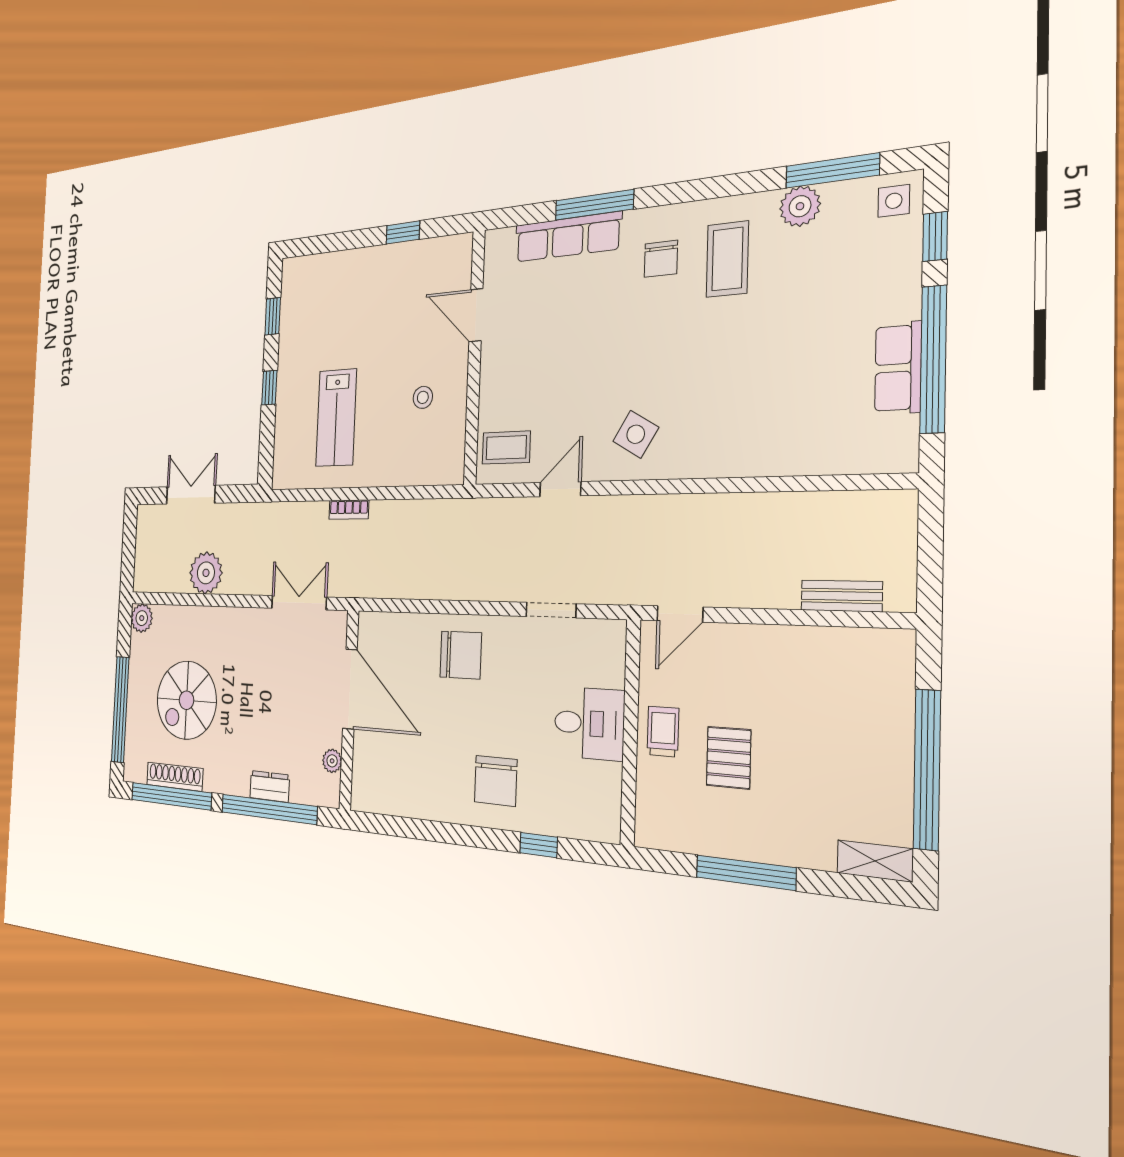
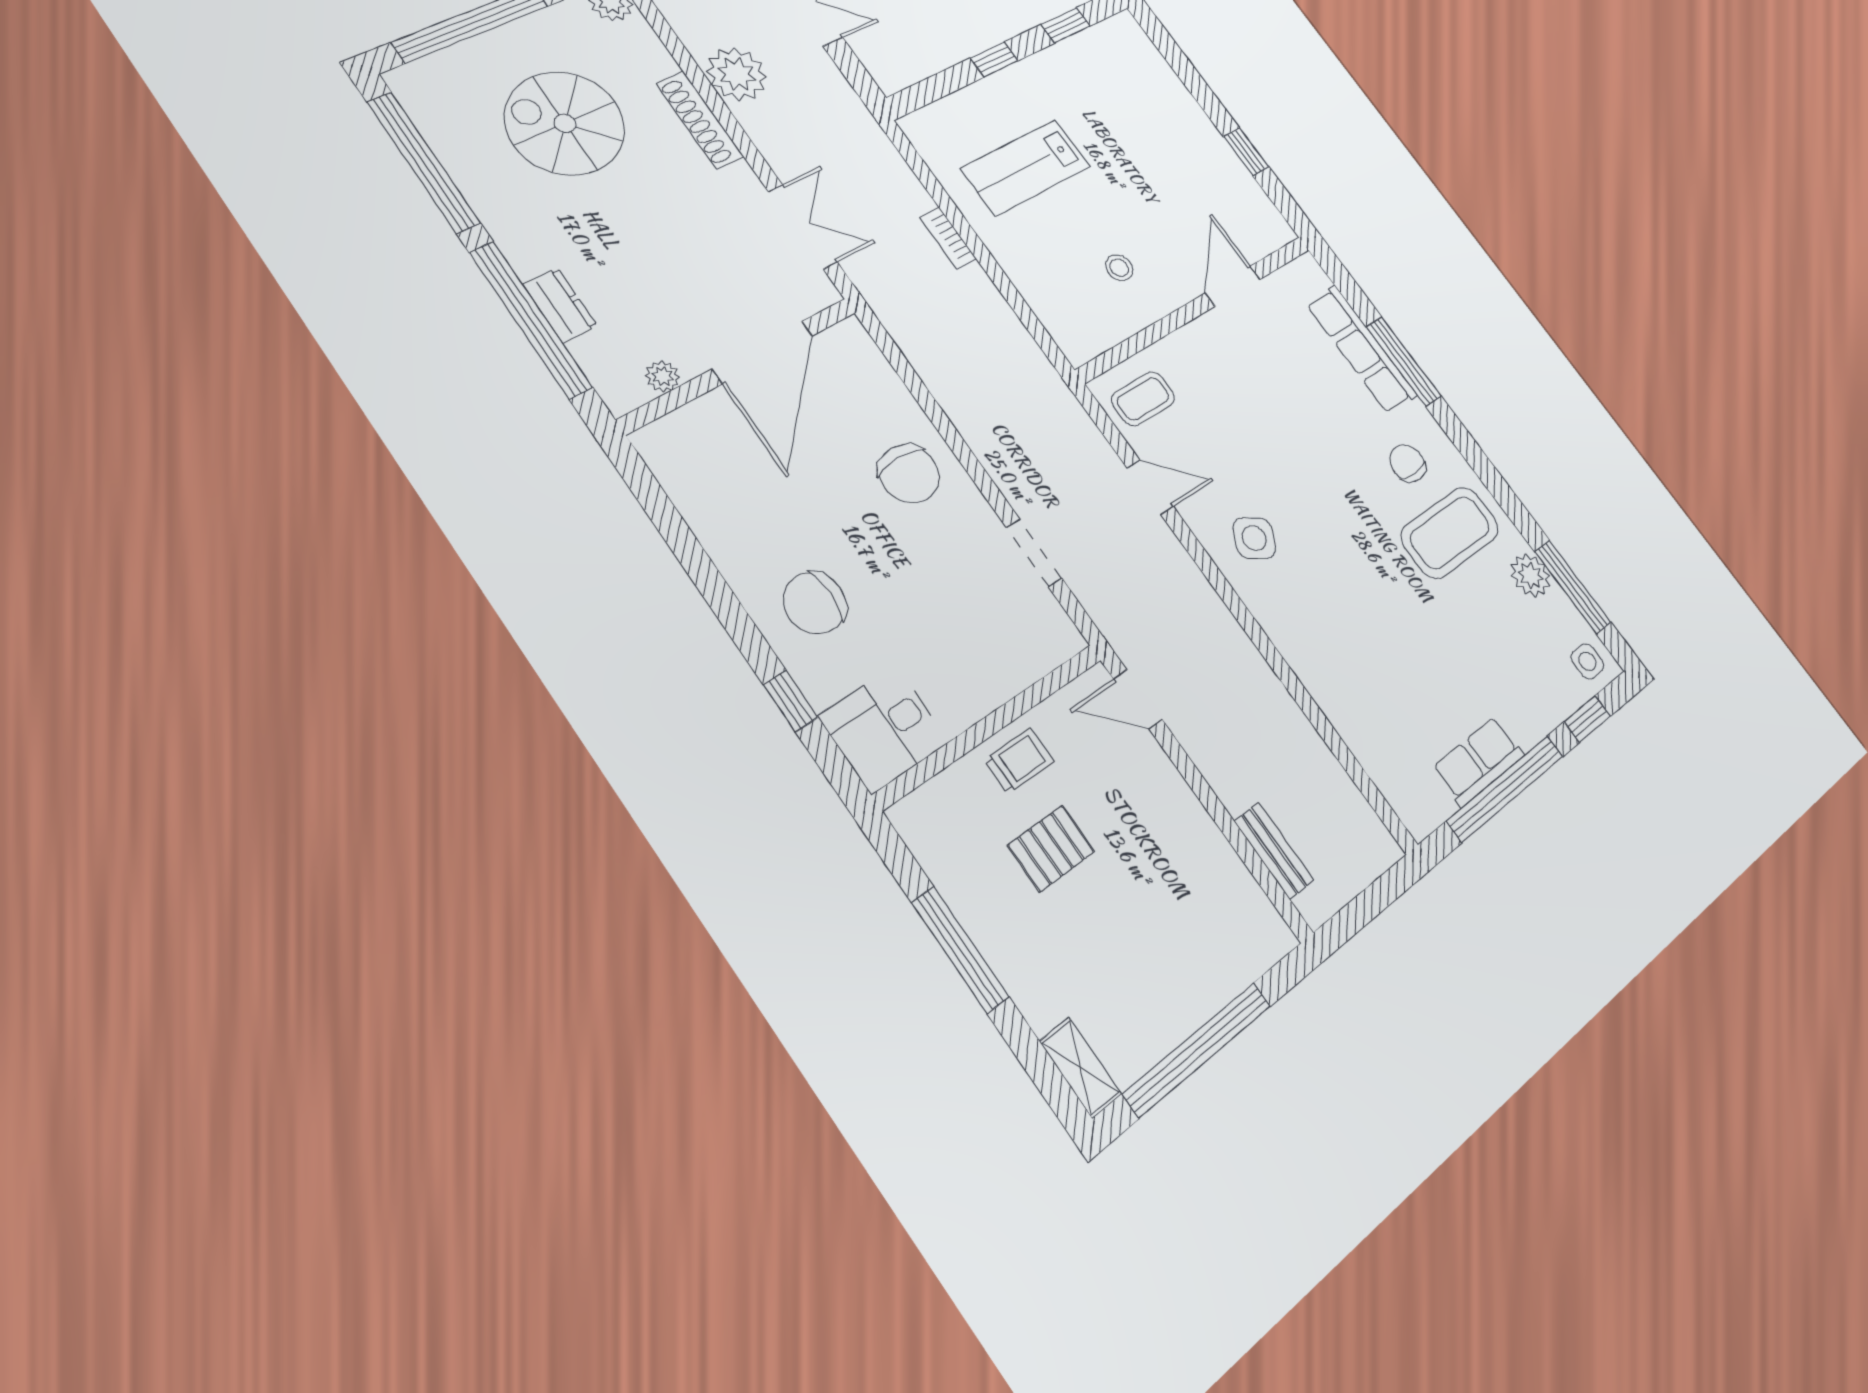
chair: (661, 259) -> (1408, 463), turned 90
coffee table: (727, 259) -> (1450, 533), width x1.36, depth x1.32
coffee table: (506, 448) -> (1143, 399), turned 90
desk: (589, 723) -> (884, 729), moved, turned 90
shoe rack: (175, 777) -> (700, 120), moved, turned 180

